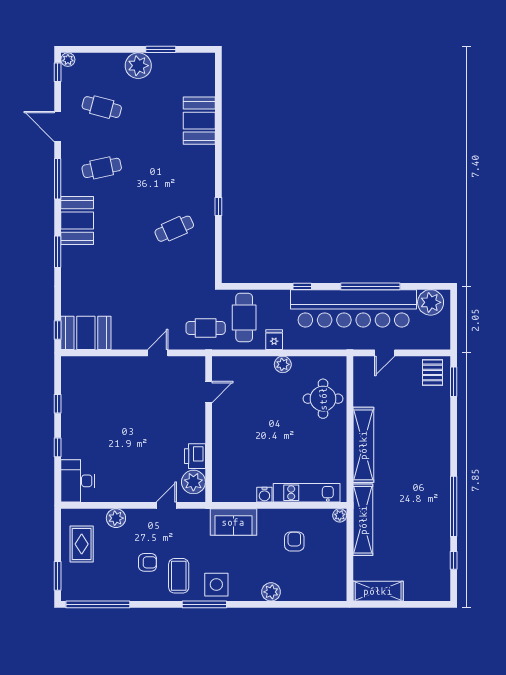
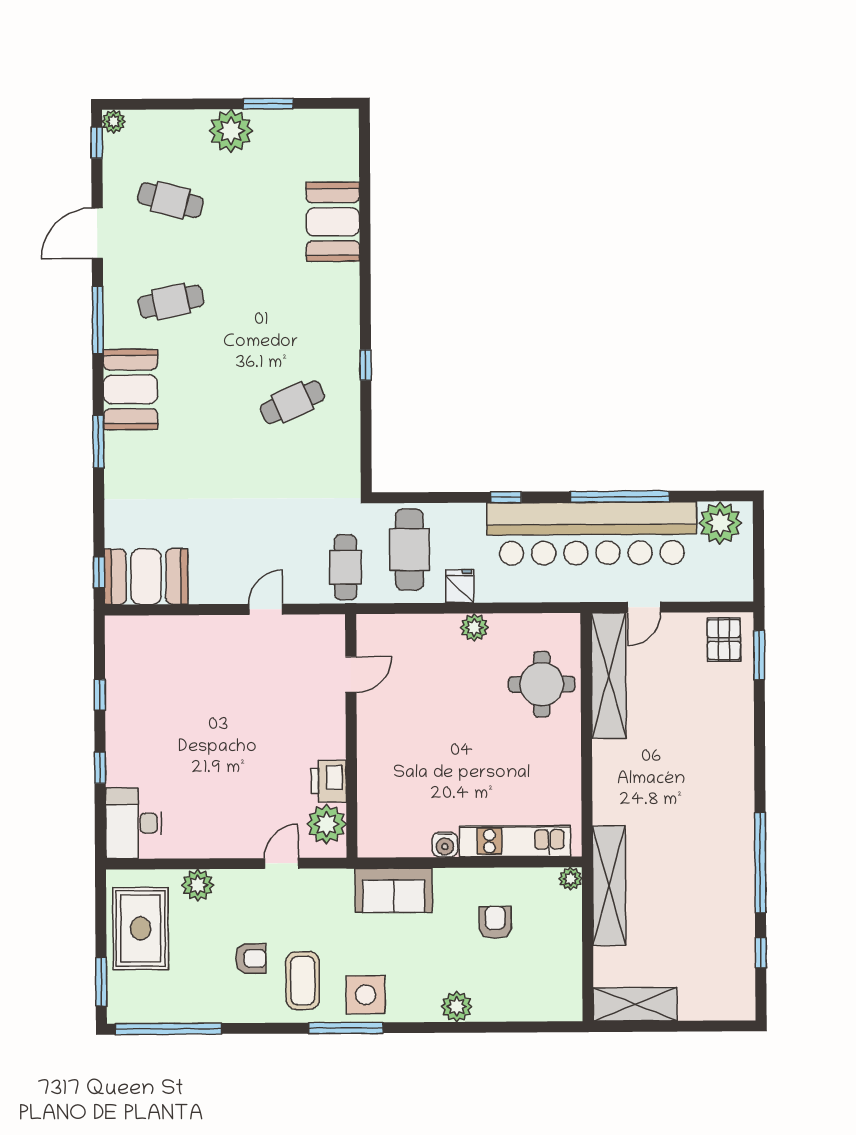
door: (58, 127) -> (97, 233), hinge flipped
cafe table: (206, 328) -> (345, 567), turned 90
shelving: (363, 445) -> (609, 676), moved
rug: (82, 544) -> (141, 928), width x1.36, depth x1.43

